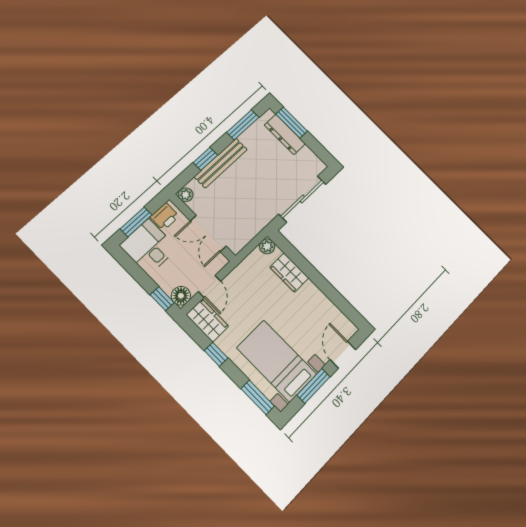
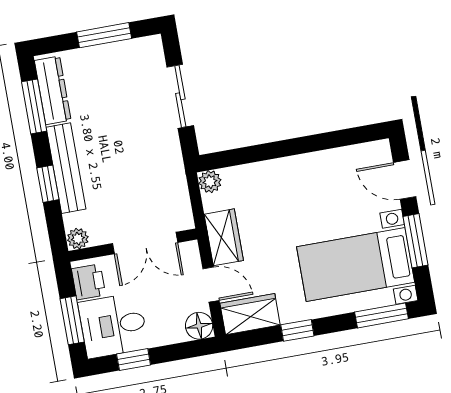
window: (292, 123) -> (104, 35), moved
dresser: (285, 134) -> (53, 90), moved, turned -90
sliding door: (302, 199) -> (180, 96), width x0.73
wardrobe: (289, 273) -> (224, 237), moved, turned -90
window: (162, 299) -> (134, 360), moved

